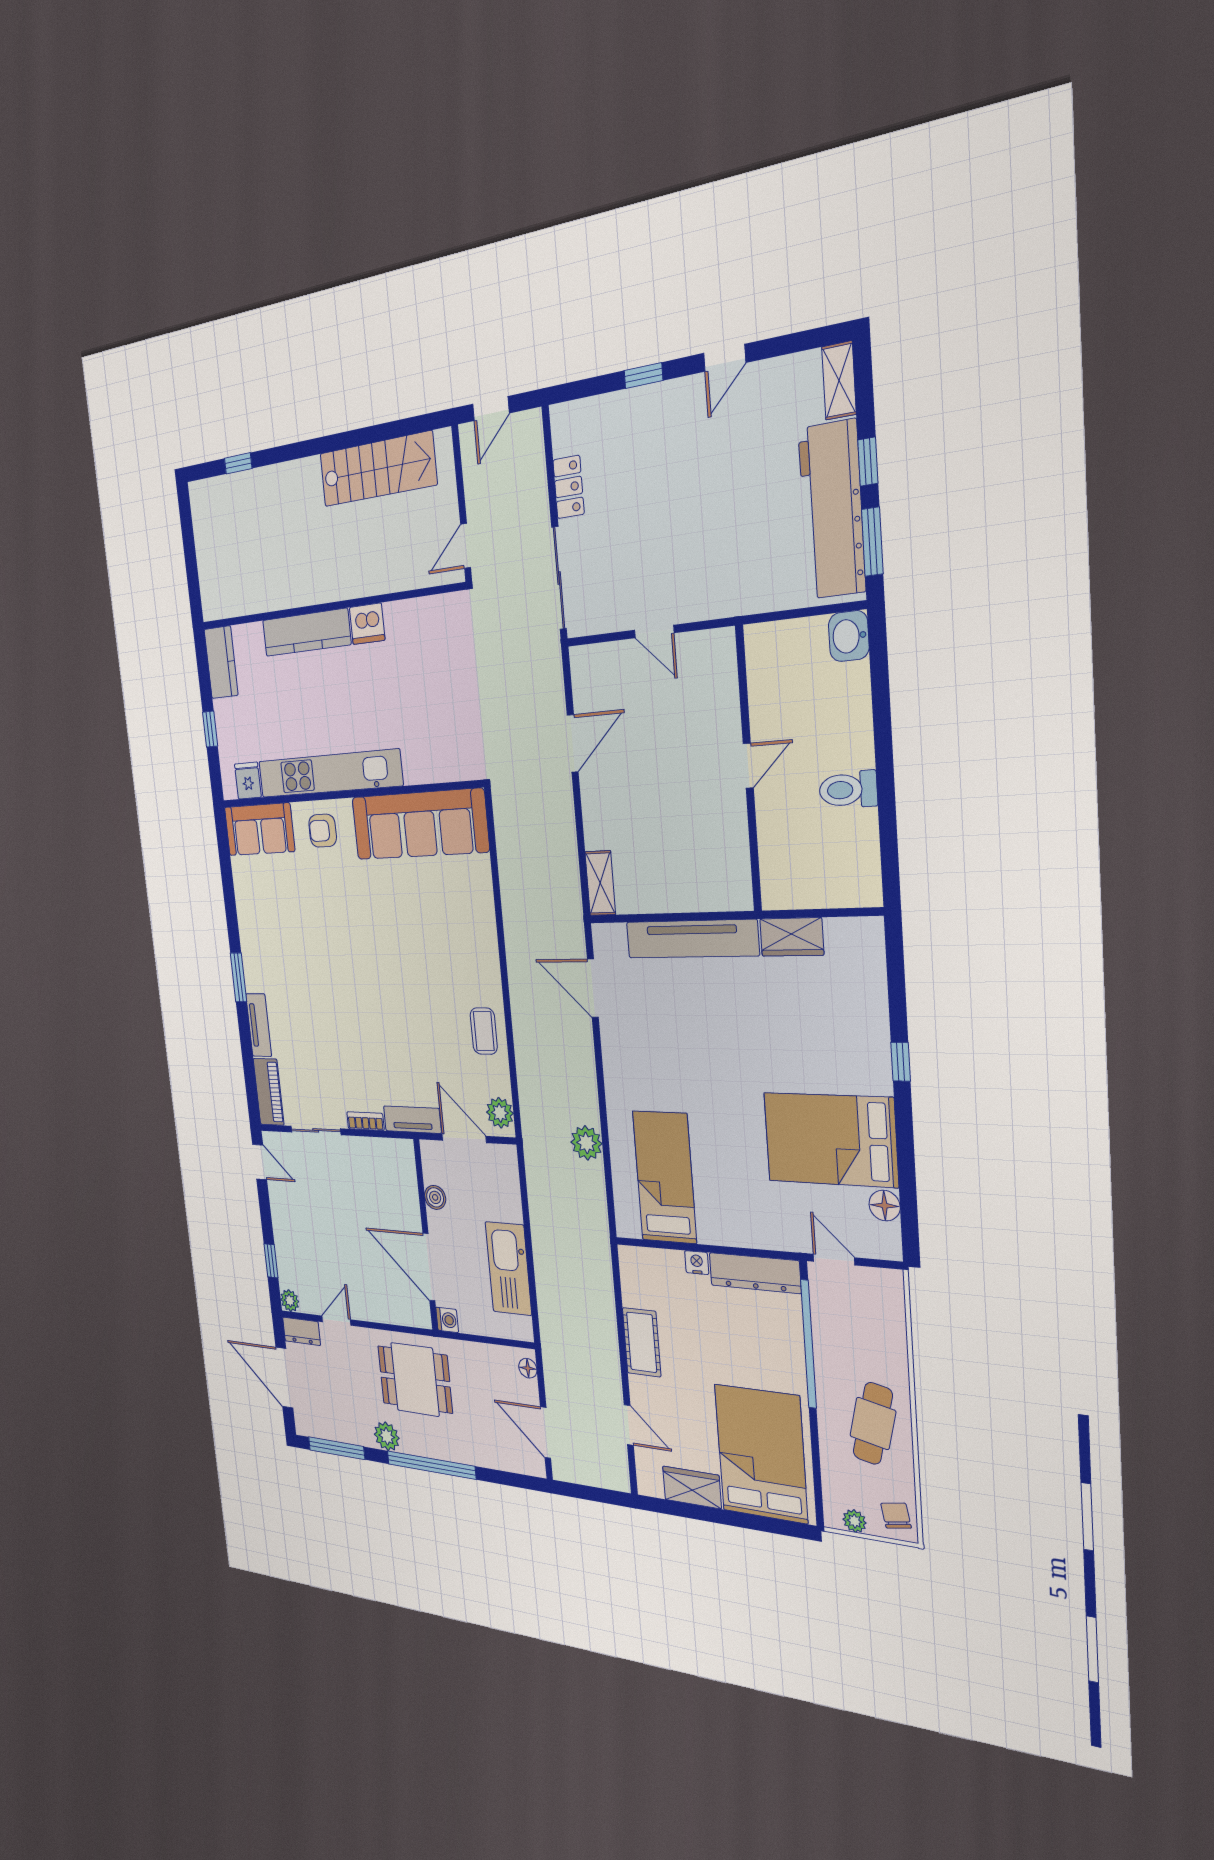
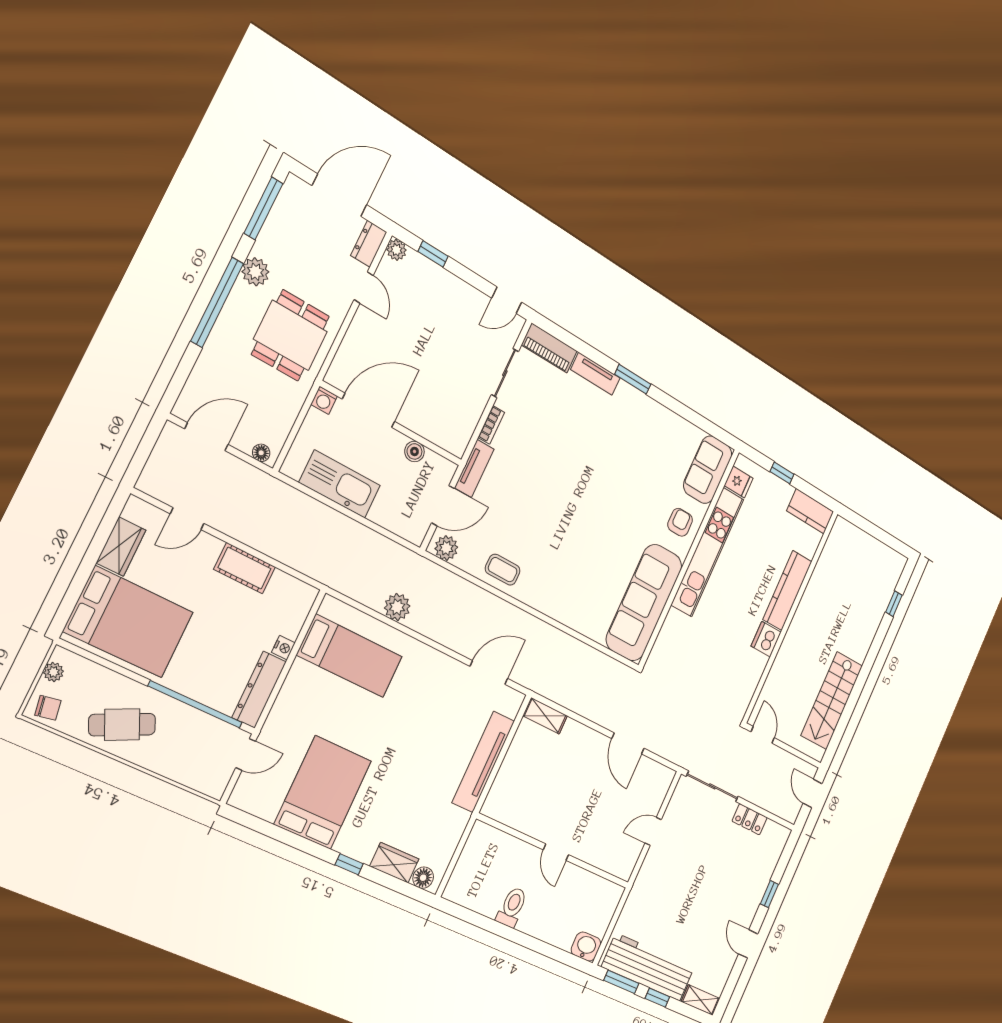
wardrobe: (792, 937) -> (394, 863), moved, turned 90
floor lamp: (885, 1206) -> (423, 878), moved
cafe table: (873, 1423) -> (122, 725), turned -38

